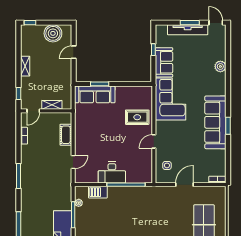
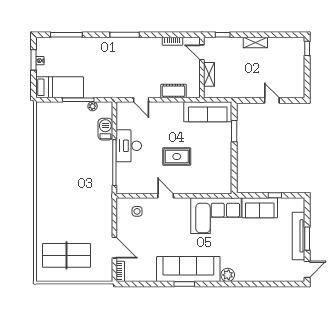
boiler: (53, 33) -> (294, 76), removed
plant: (220, 66) -> (228, 275), moved
sofa: (95, 94) -> (208, 112), moved, turned -90
rug: (137, 117) -> (177, 157), moved, turned 90
door: (184, 185) -> (114, 248), moved

